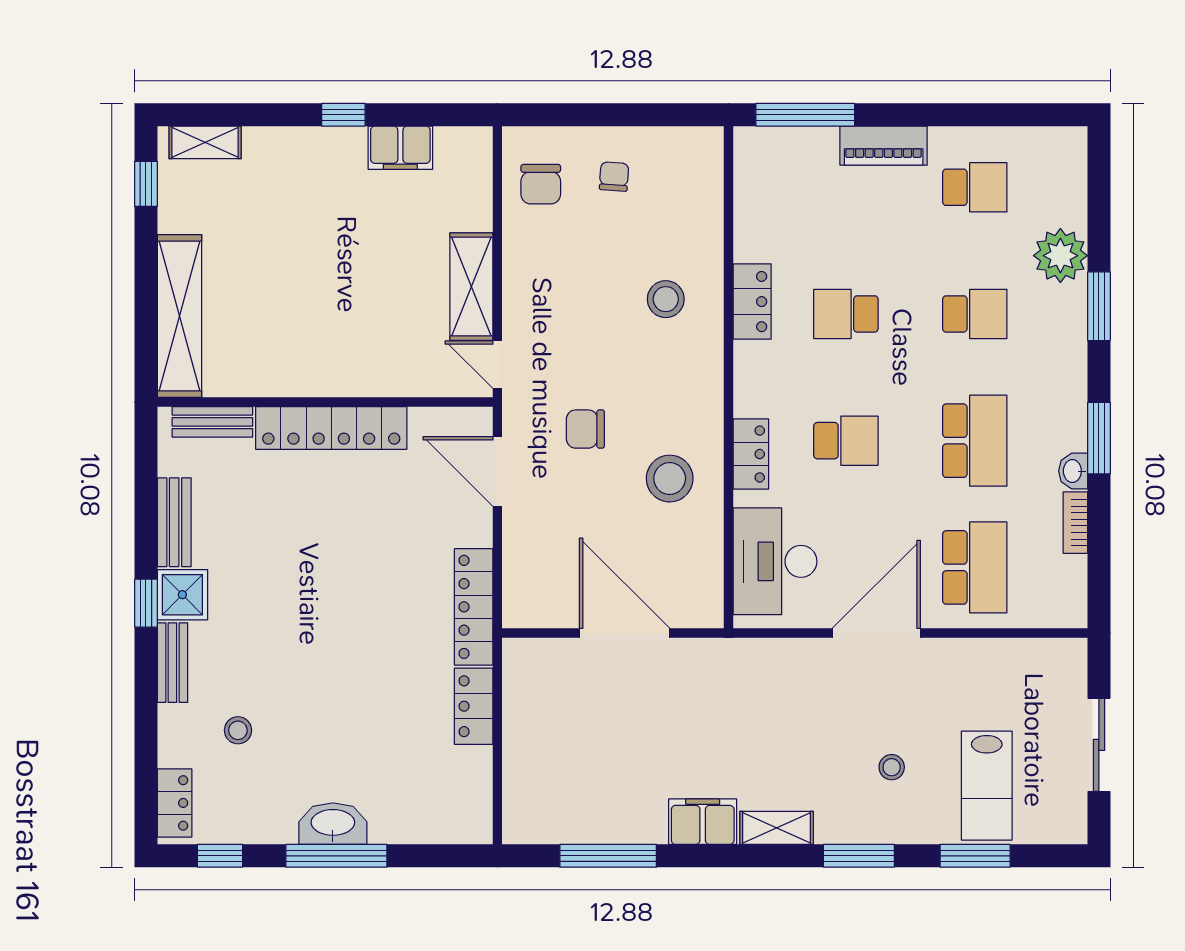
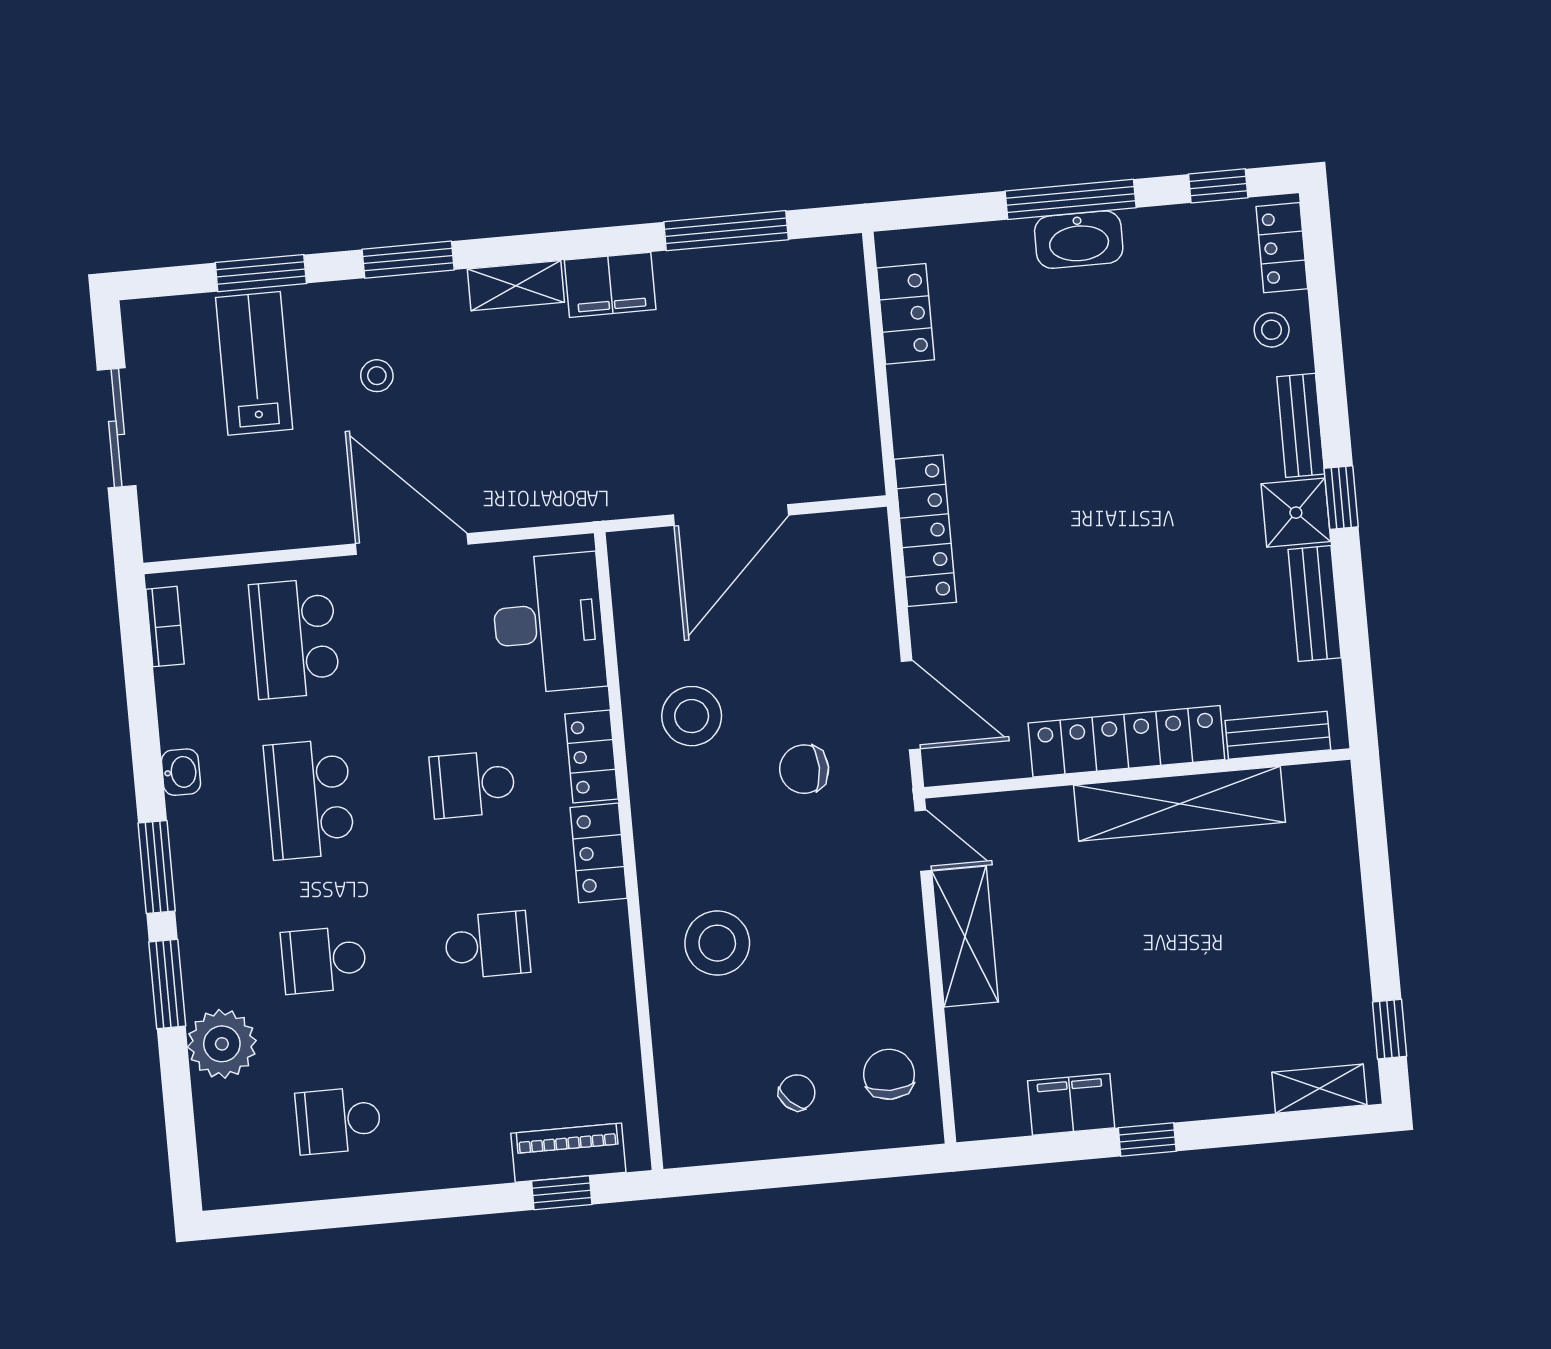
window: (805, 115) -> (562, 1193), width x0.46
piano: (884, 146) -> (568, 1153), moved
chair: (614, 176) -> (797, 1093), turned -140
stool: (666, 299) -> (717, 943), width x1.38, depth x1.38
locker: (752, 302) -> (599, 853), moved
shelving: (179, 316) -> (1180, 804), moved, turned 90
chair: (585, 429) -> (804, 769), turned 180
window: (1099, 438) -> (157, 867), moved
bookcase: (1075, 523) -> (165, 627), moved
door: (625, 633) -> (731, 515), hinge flipped
door: (876, 633) -> (412, 544), swing flipped
locker: (474, 706) -> (906, 314), moved
stool: (238, 730) -> (1272, 330), moved

